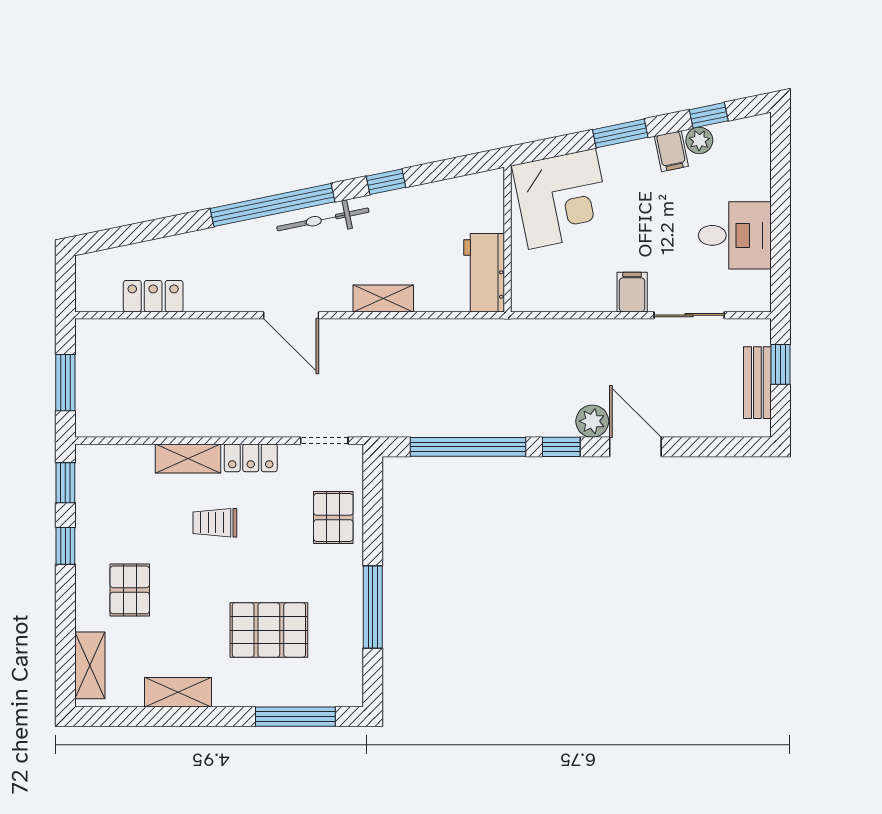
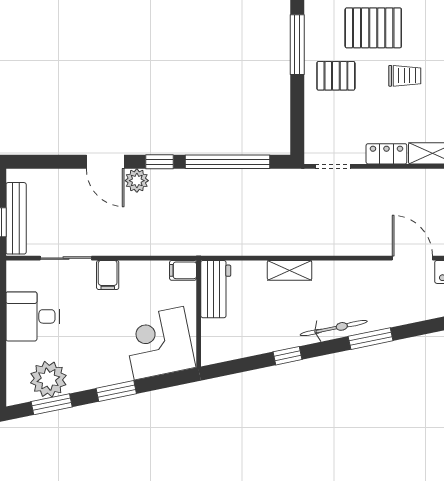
window: (709, 115) -> (52, 404), width x1.50
plant: (699, 140) -> (48, 379), width x1.87, depth x1.87
filing cabinet: (671, 151) -> (183, 270), moved, turned -78
window: (273, 205) -> (371, 339), width x0.47
door: (291, 315) -> (412, 258), moved
bench: (757, 383) -> (16, 218), width x1.36
pallet: (333, 517) -> (336, 76), moved, turned 90
trolley: (215, 523) -> (405, 76), moved

